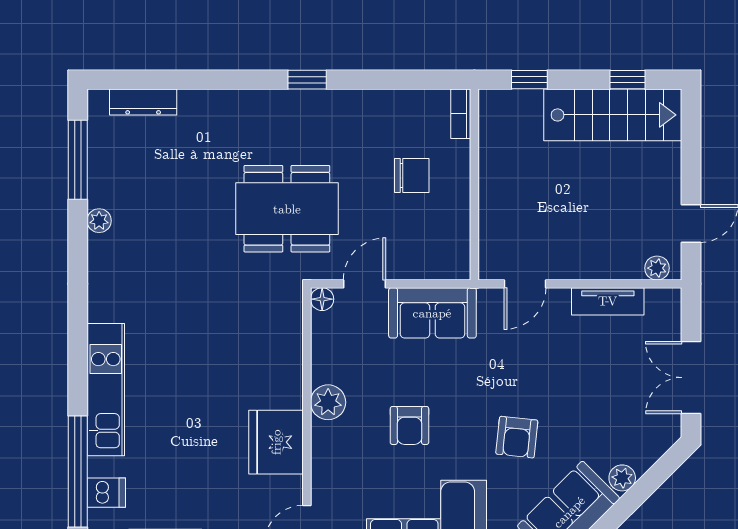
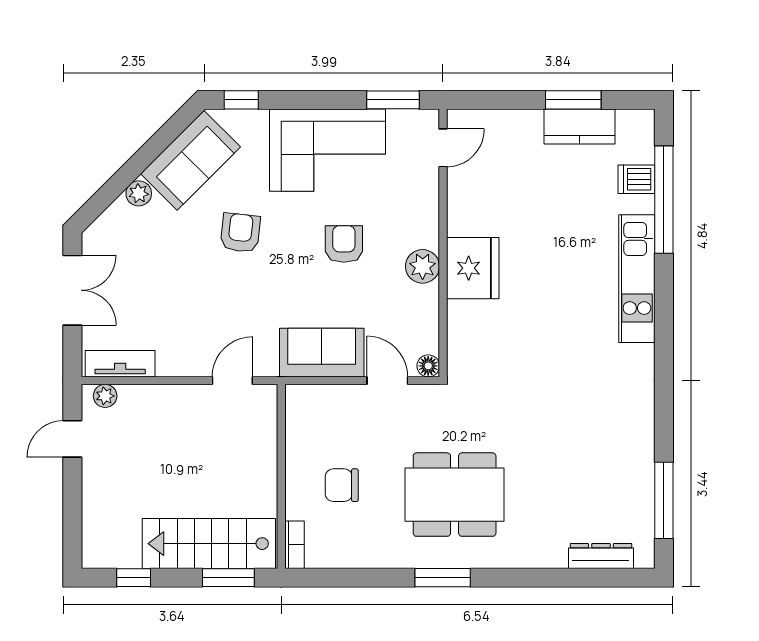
window: (307, 80) -> (443, 578), width x1.50
window: (529, 80) -> (228, 578), width x1.50
stairs: (613, 115) -> (209, 544), moved
dining table: (287, 209) -> (455, 495), moved
plant: (99, 221) -> (643, 442), removed
door: (364, 284) -> (387, 381), swing flipped
tv unit: (608, 301) -> (120, 364), moved
fridge: (276, 442) -> (473, 268), moved

